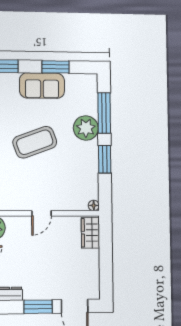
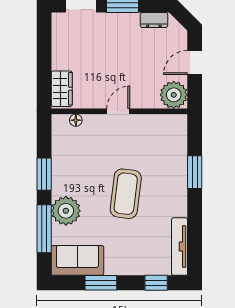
sofa: (42, 86) -> (77, 260), moved
coffee table: (35, 142) -> (126, 194), turned -63
floor lamp: (94, 205) -> (76, 120), moved

